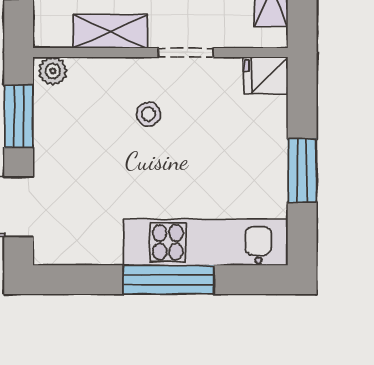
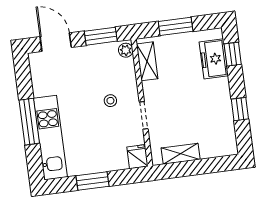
shelving: (110, 31) -> (147, 61), moved

